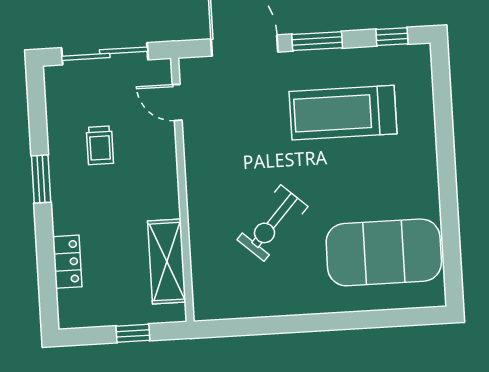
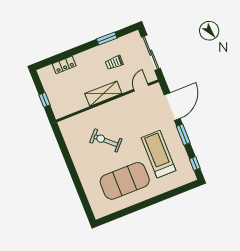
window: (41, 179) -> (107, 38), moved
exercise mat: (384, 252) -> (125, 181), moved, turned 90
shelving: (167, 262) -> (103, 94), moved

